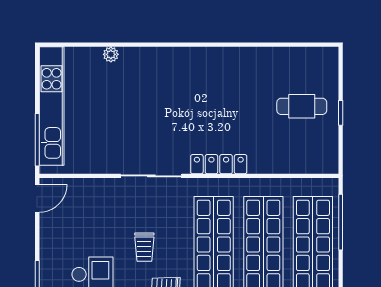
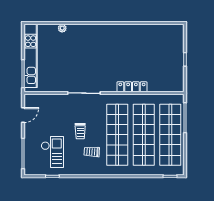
cafe table: (302, 106) -> (164, 56), removed
locker: (219, 164) -> (132, 87), moved
door: (37, 198) -> (23, 115), moved

